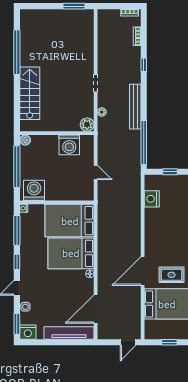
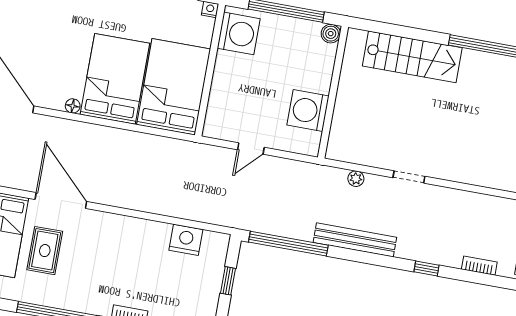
plant: (87, 124) -> (339, 149), removed

